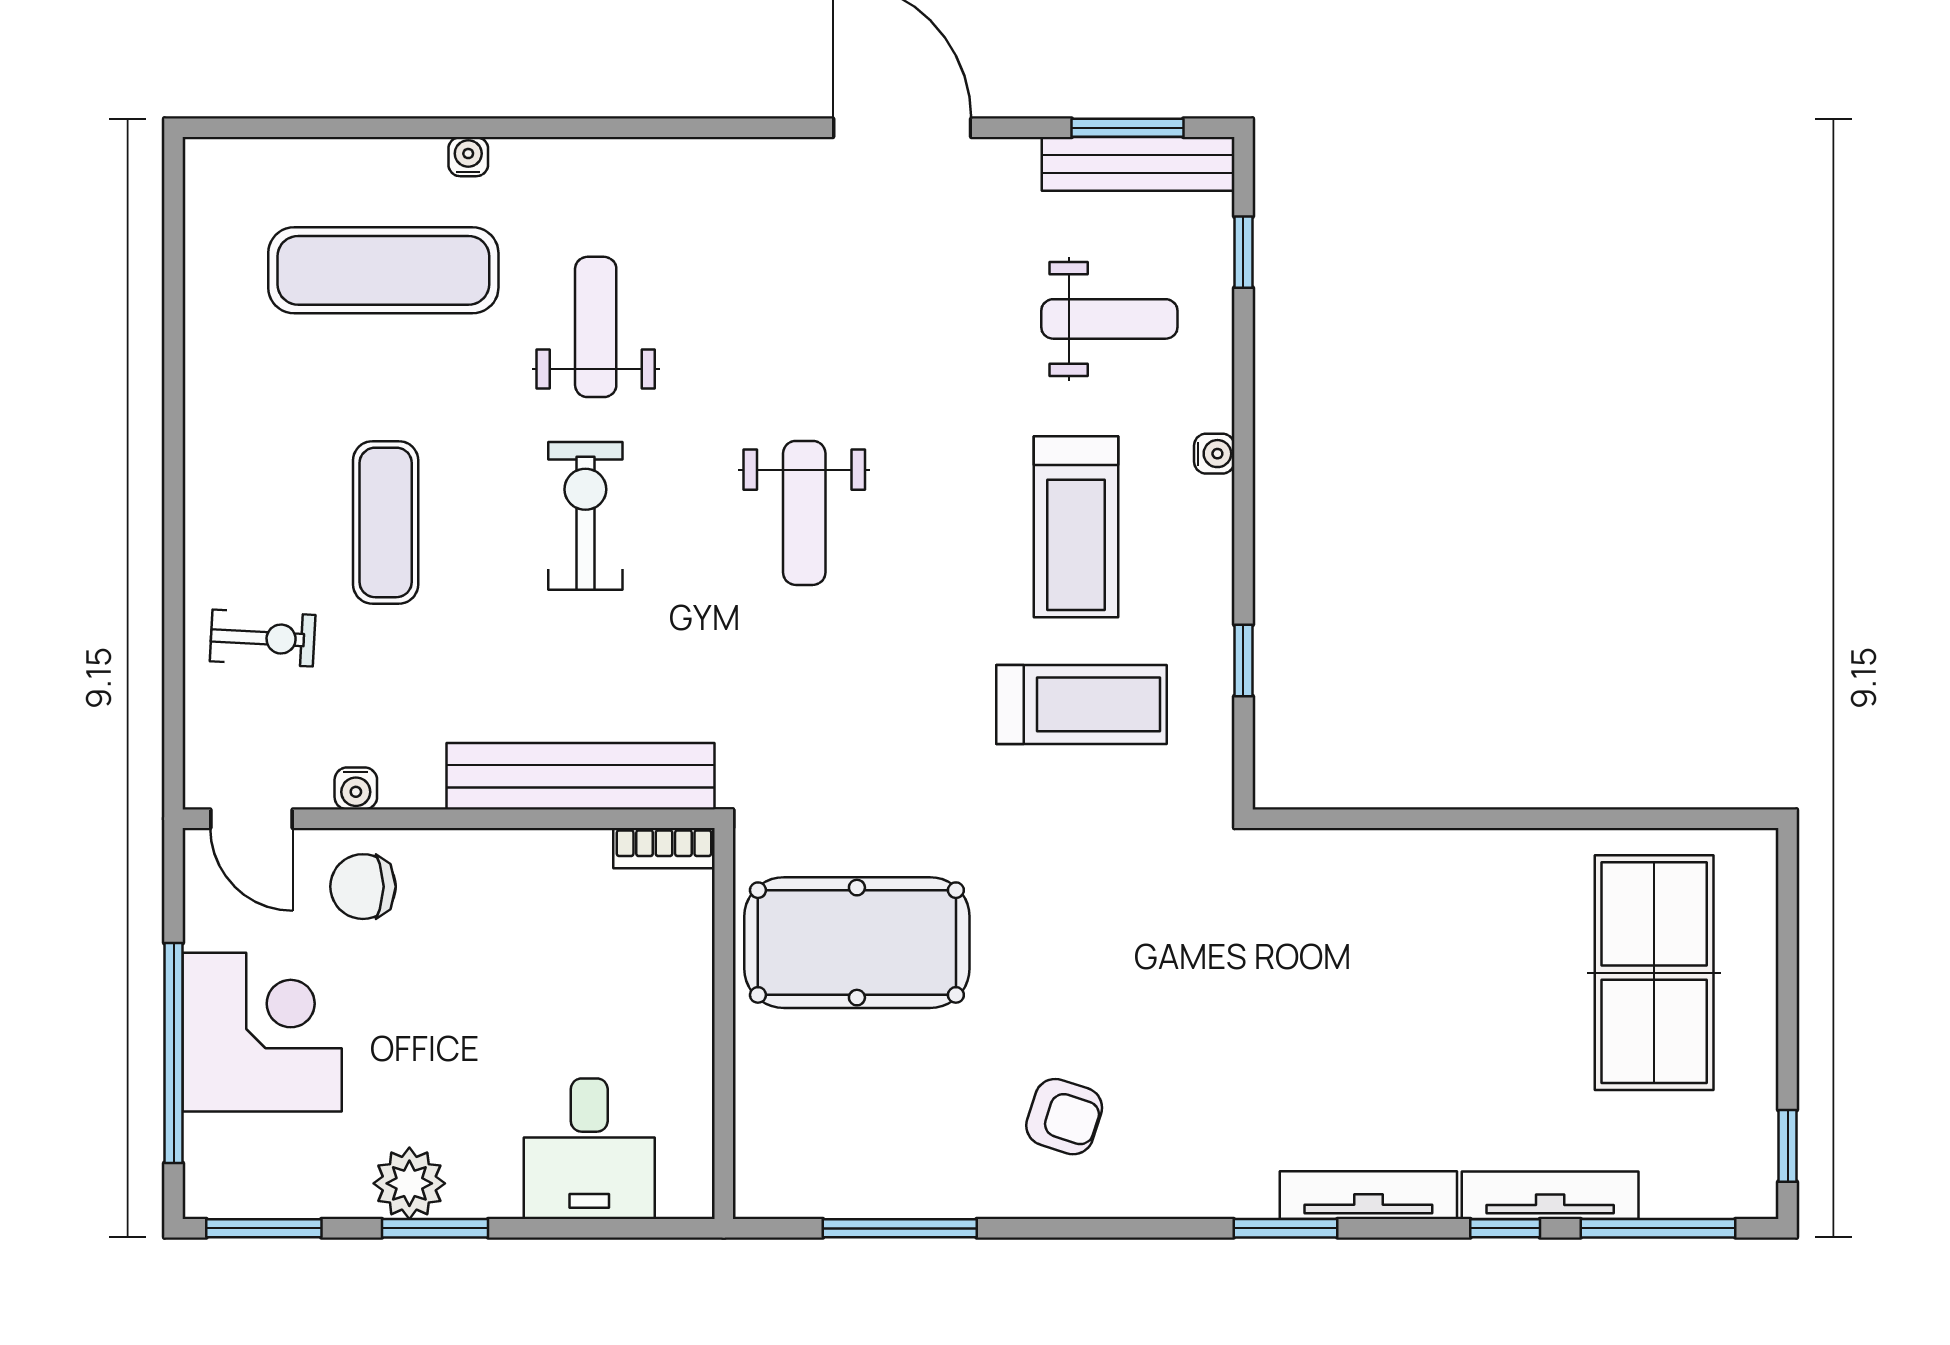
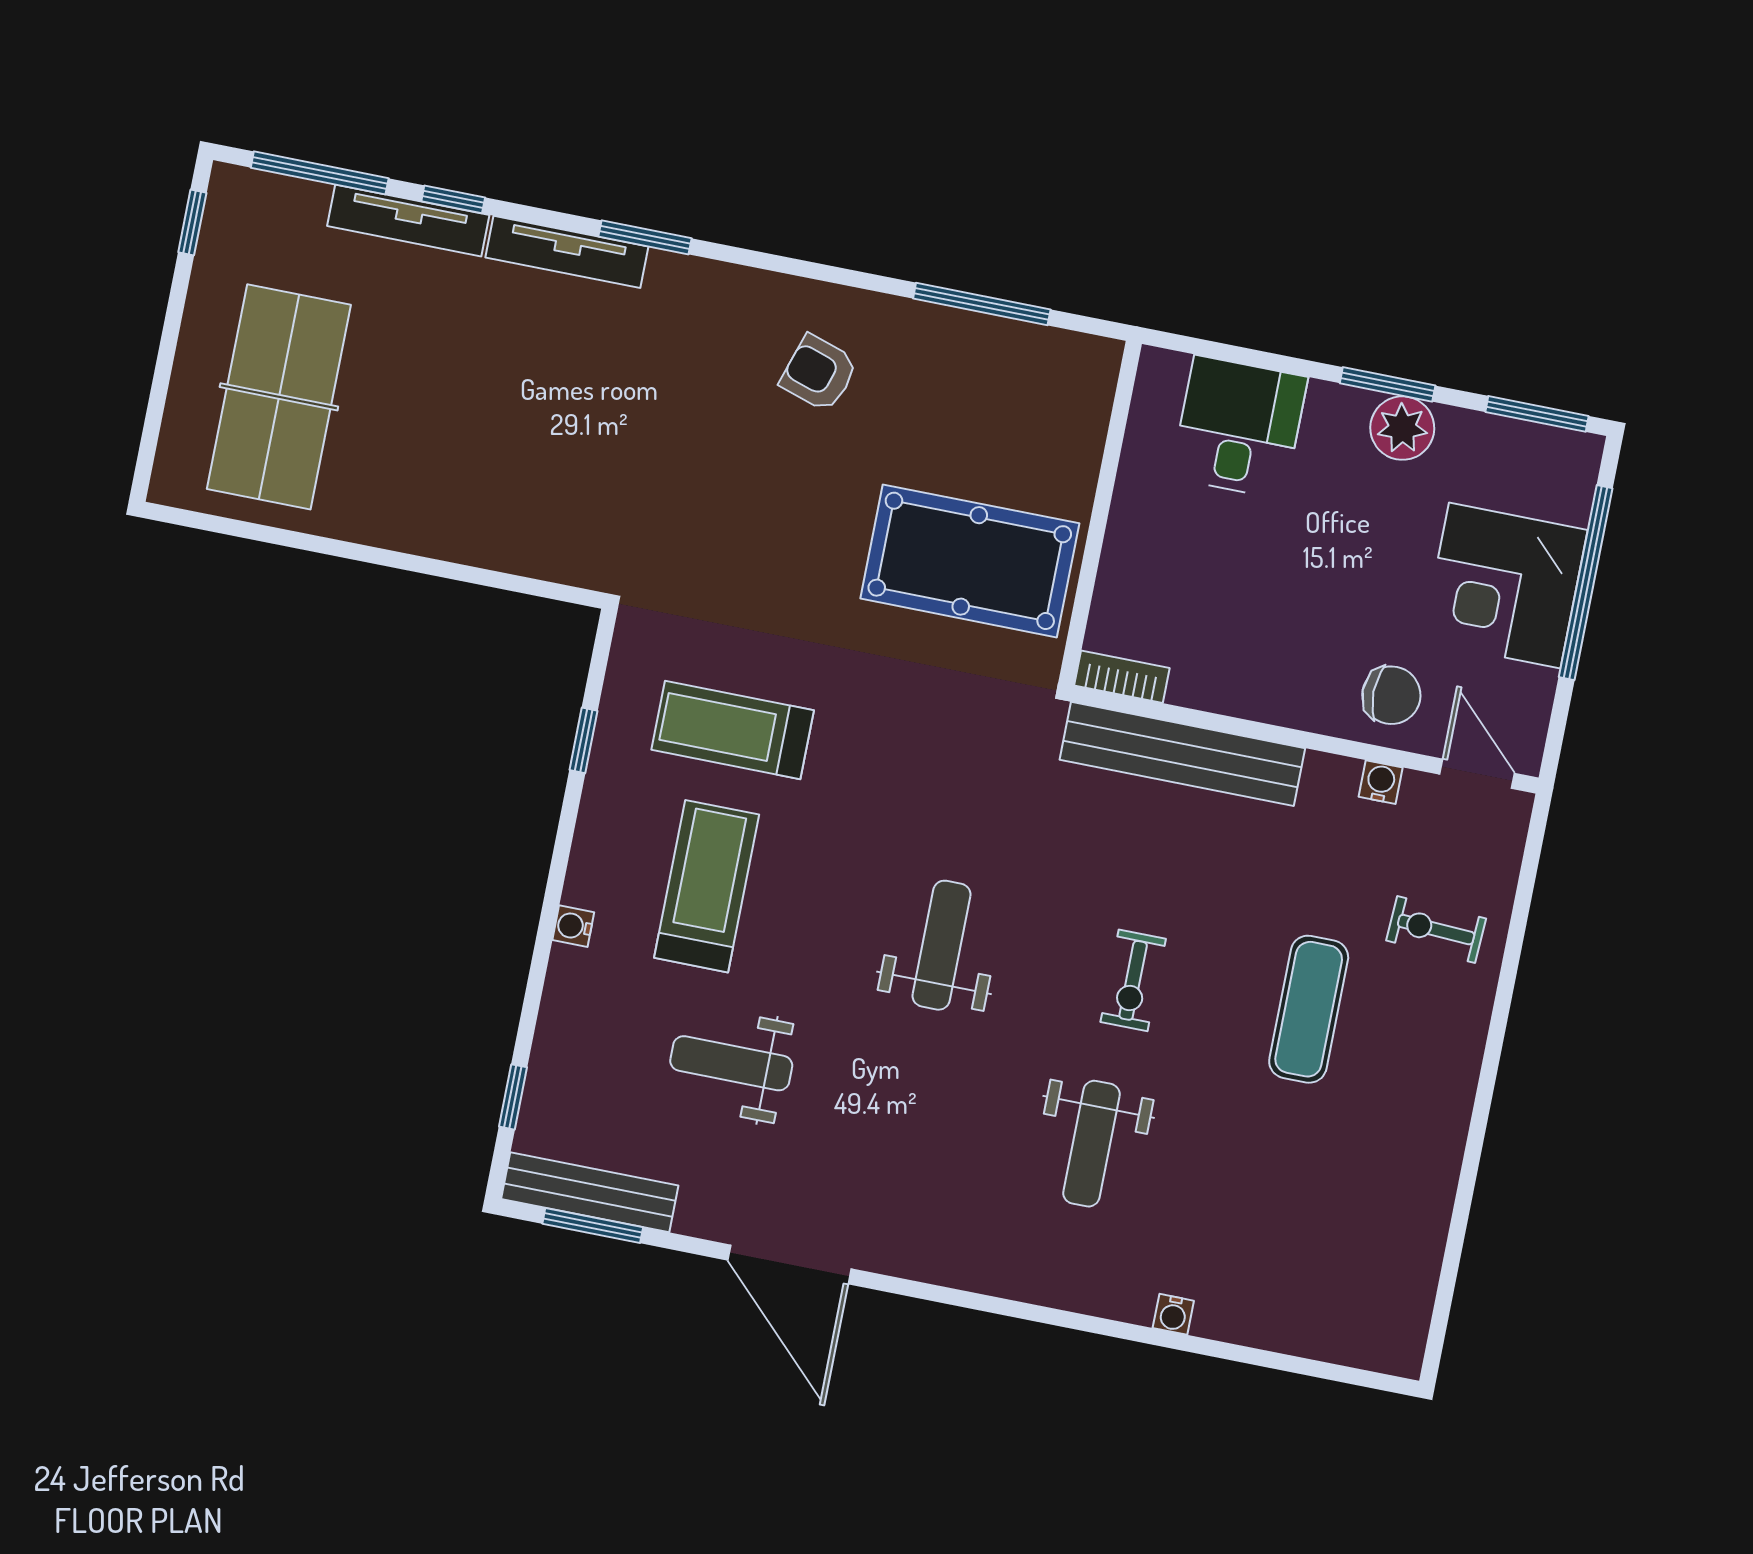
exercise mat: (383, 270) -> (1267, 1230), removed
weight bench: (1109, 319) -> (731, 1063), moved
exercise bike: (585, 516) -> (1133, 980), width x0.73, depth x0.72

